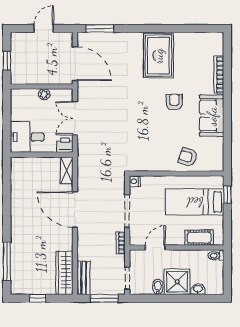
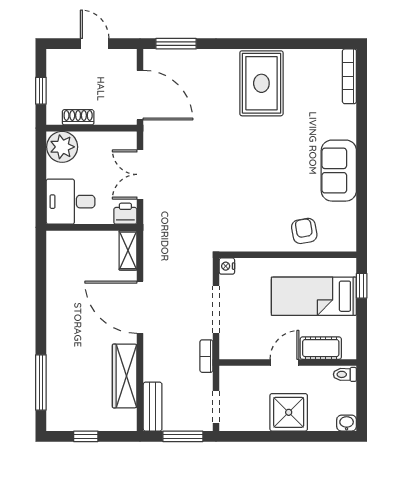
door: (44, 28) -> (95, 44), hinge flipped
bookcase: (219, 75) -> (349, 76), moved
shoe rack: (32, 79) -> (78, 117), added
plant: (44, 94) -> (62, 147), moved, width x1.88, depth x1.88
armchair: (174, 102) -> (284, 151), removed
armchair: (188, 157) -> (304, 231), turned 63
door: (155, 247) -> (284, 362), moved
wardrobe: (64, 273) -> (125, 376), moved
bidet: (158, 287) -> (261, 420), removed
washbasin: (198, 289) -> (347, 423), moved

